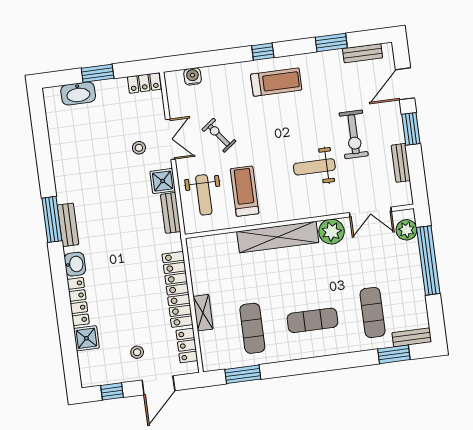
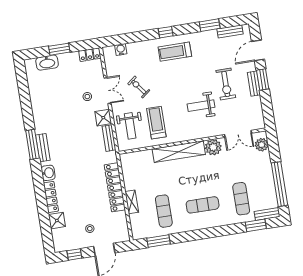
treadmill: (276, 82) -> (175, 52), turned 180
bench: (401, 163) -> (254, 84), moved
window: (428, 260) -> (279, 184), moved
locker: (187, 346) -> (122, 223), removed

